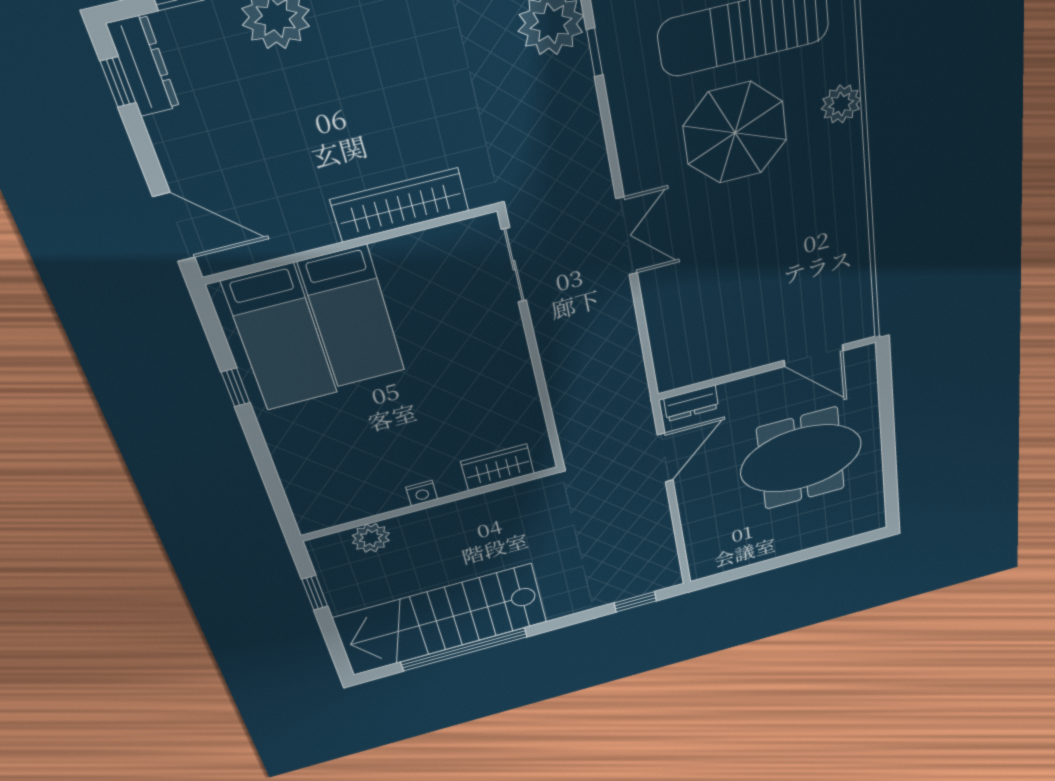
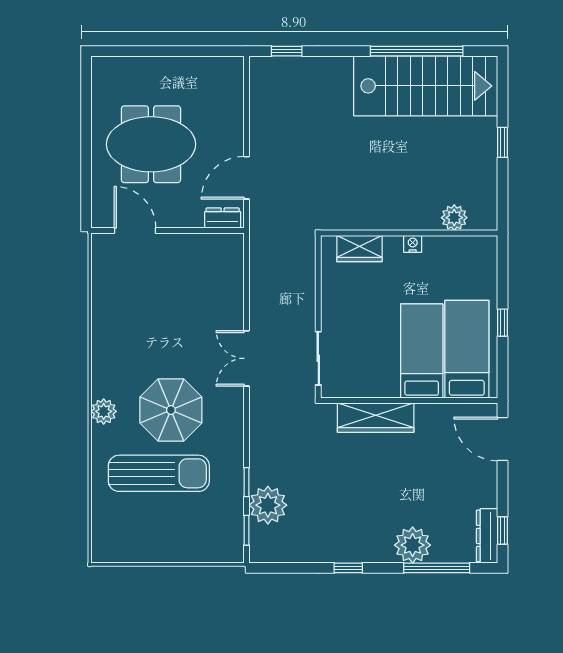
wardrobe: (497, 467) -> (359, 248), moved
nightstand: (422, 493) -> (413, 244), moved
wall: (430, 504) -> (409, 233), moved
plant: (371, 538) -> (454, 218), moved

